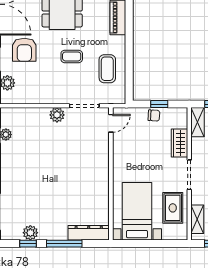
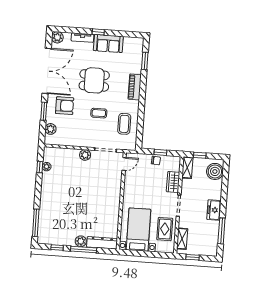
armchair: (24, 50) -> (65, 106), turned -90
plant: (30, 233) -> (81, 241), moved

